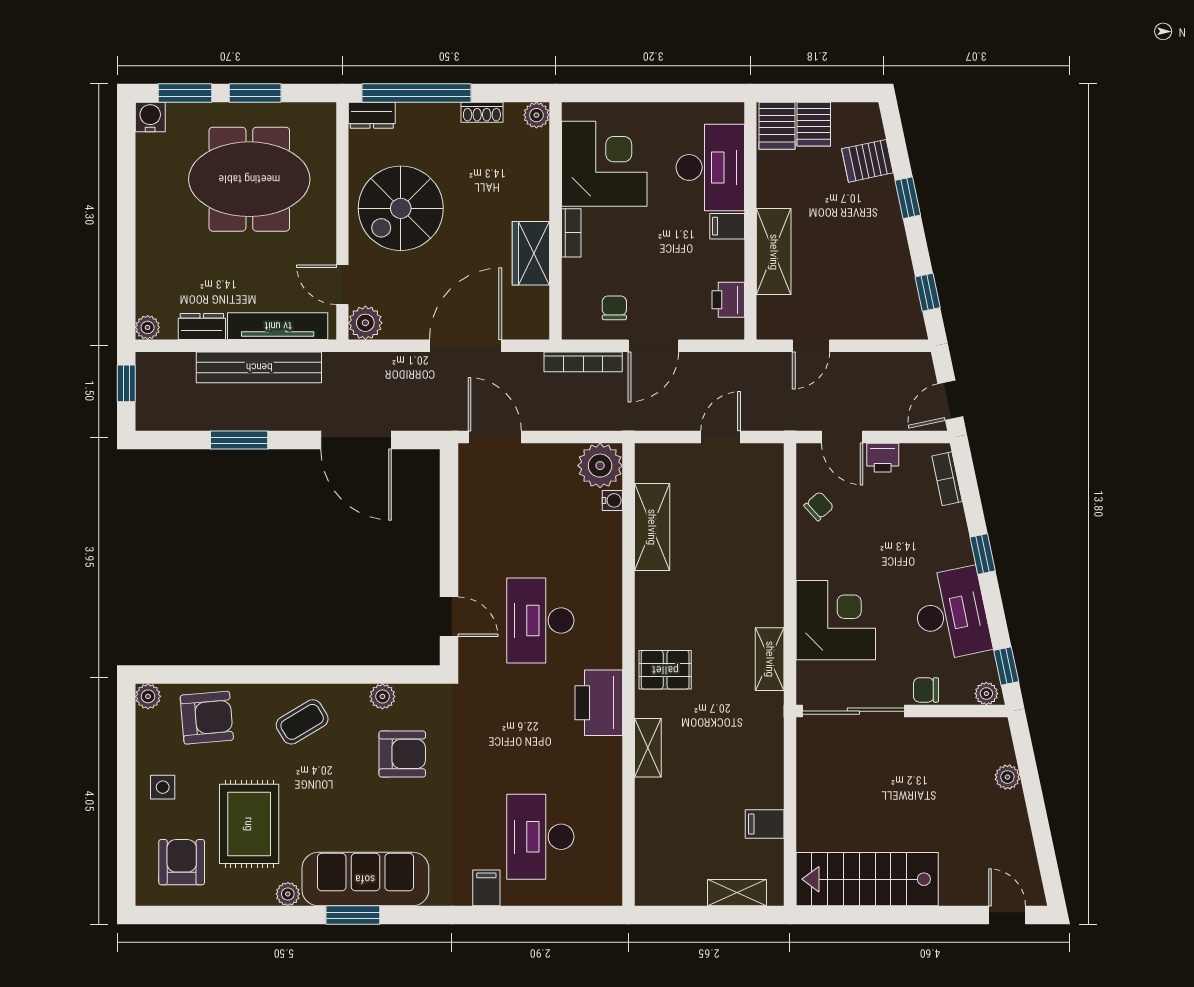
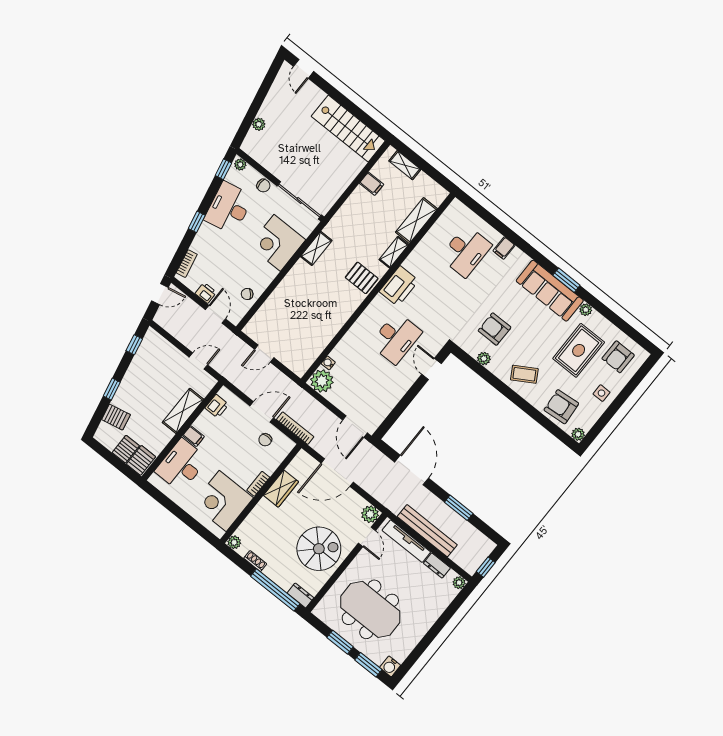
shelving: (652, 527) -> (416, 221), moved

